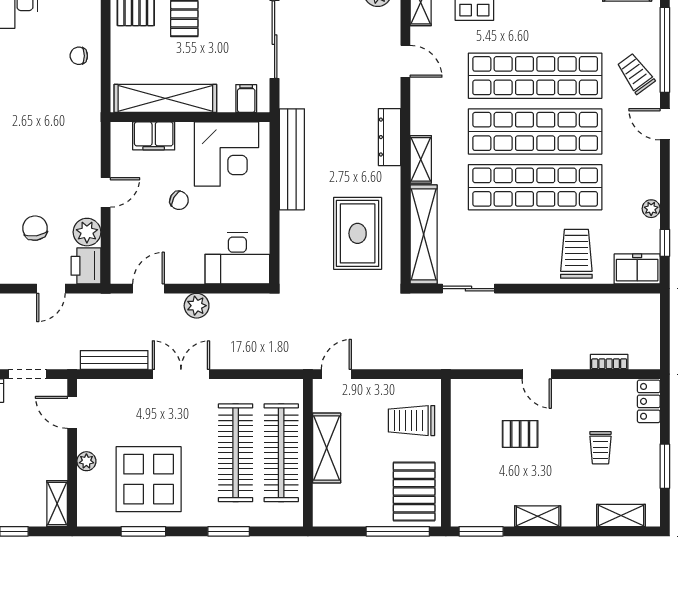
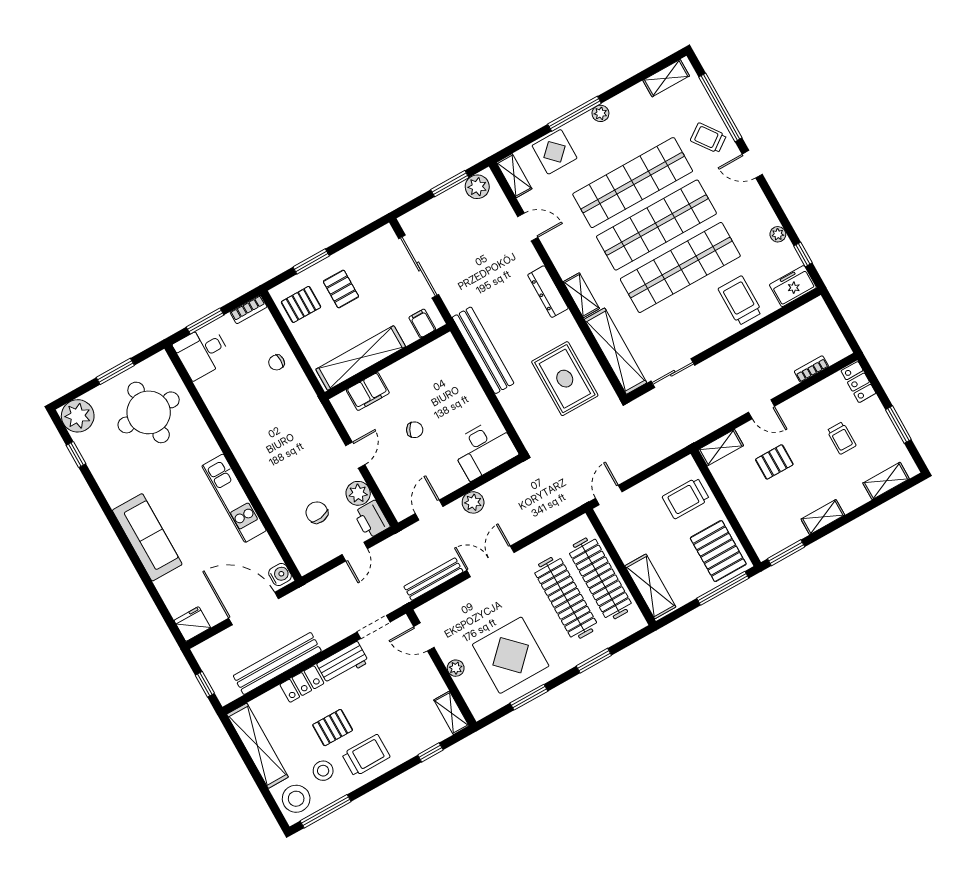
corner desk: (227, 154) -> (431, 374), removed
shelving: (475, 390) -> (721, 448), added
shelving: (327, 448) -> (650, 586), moved

